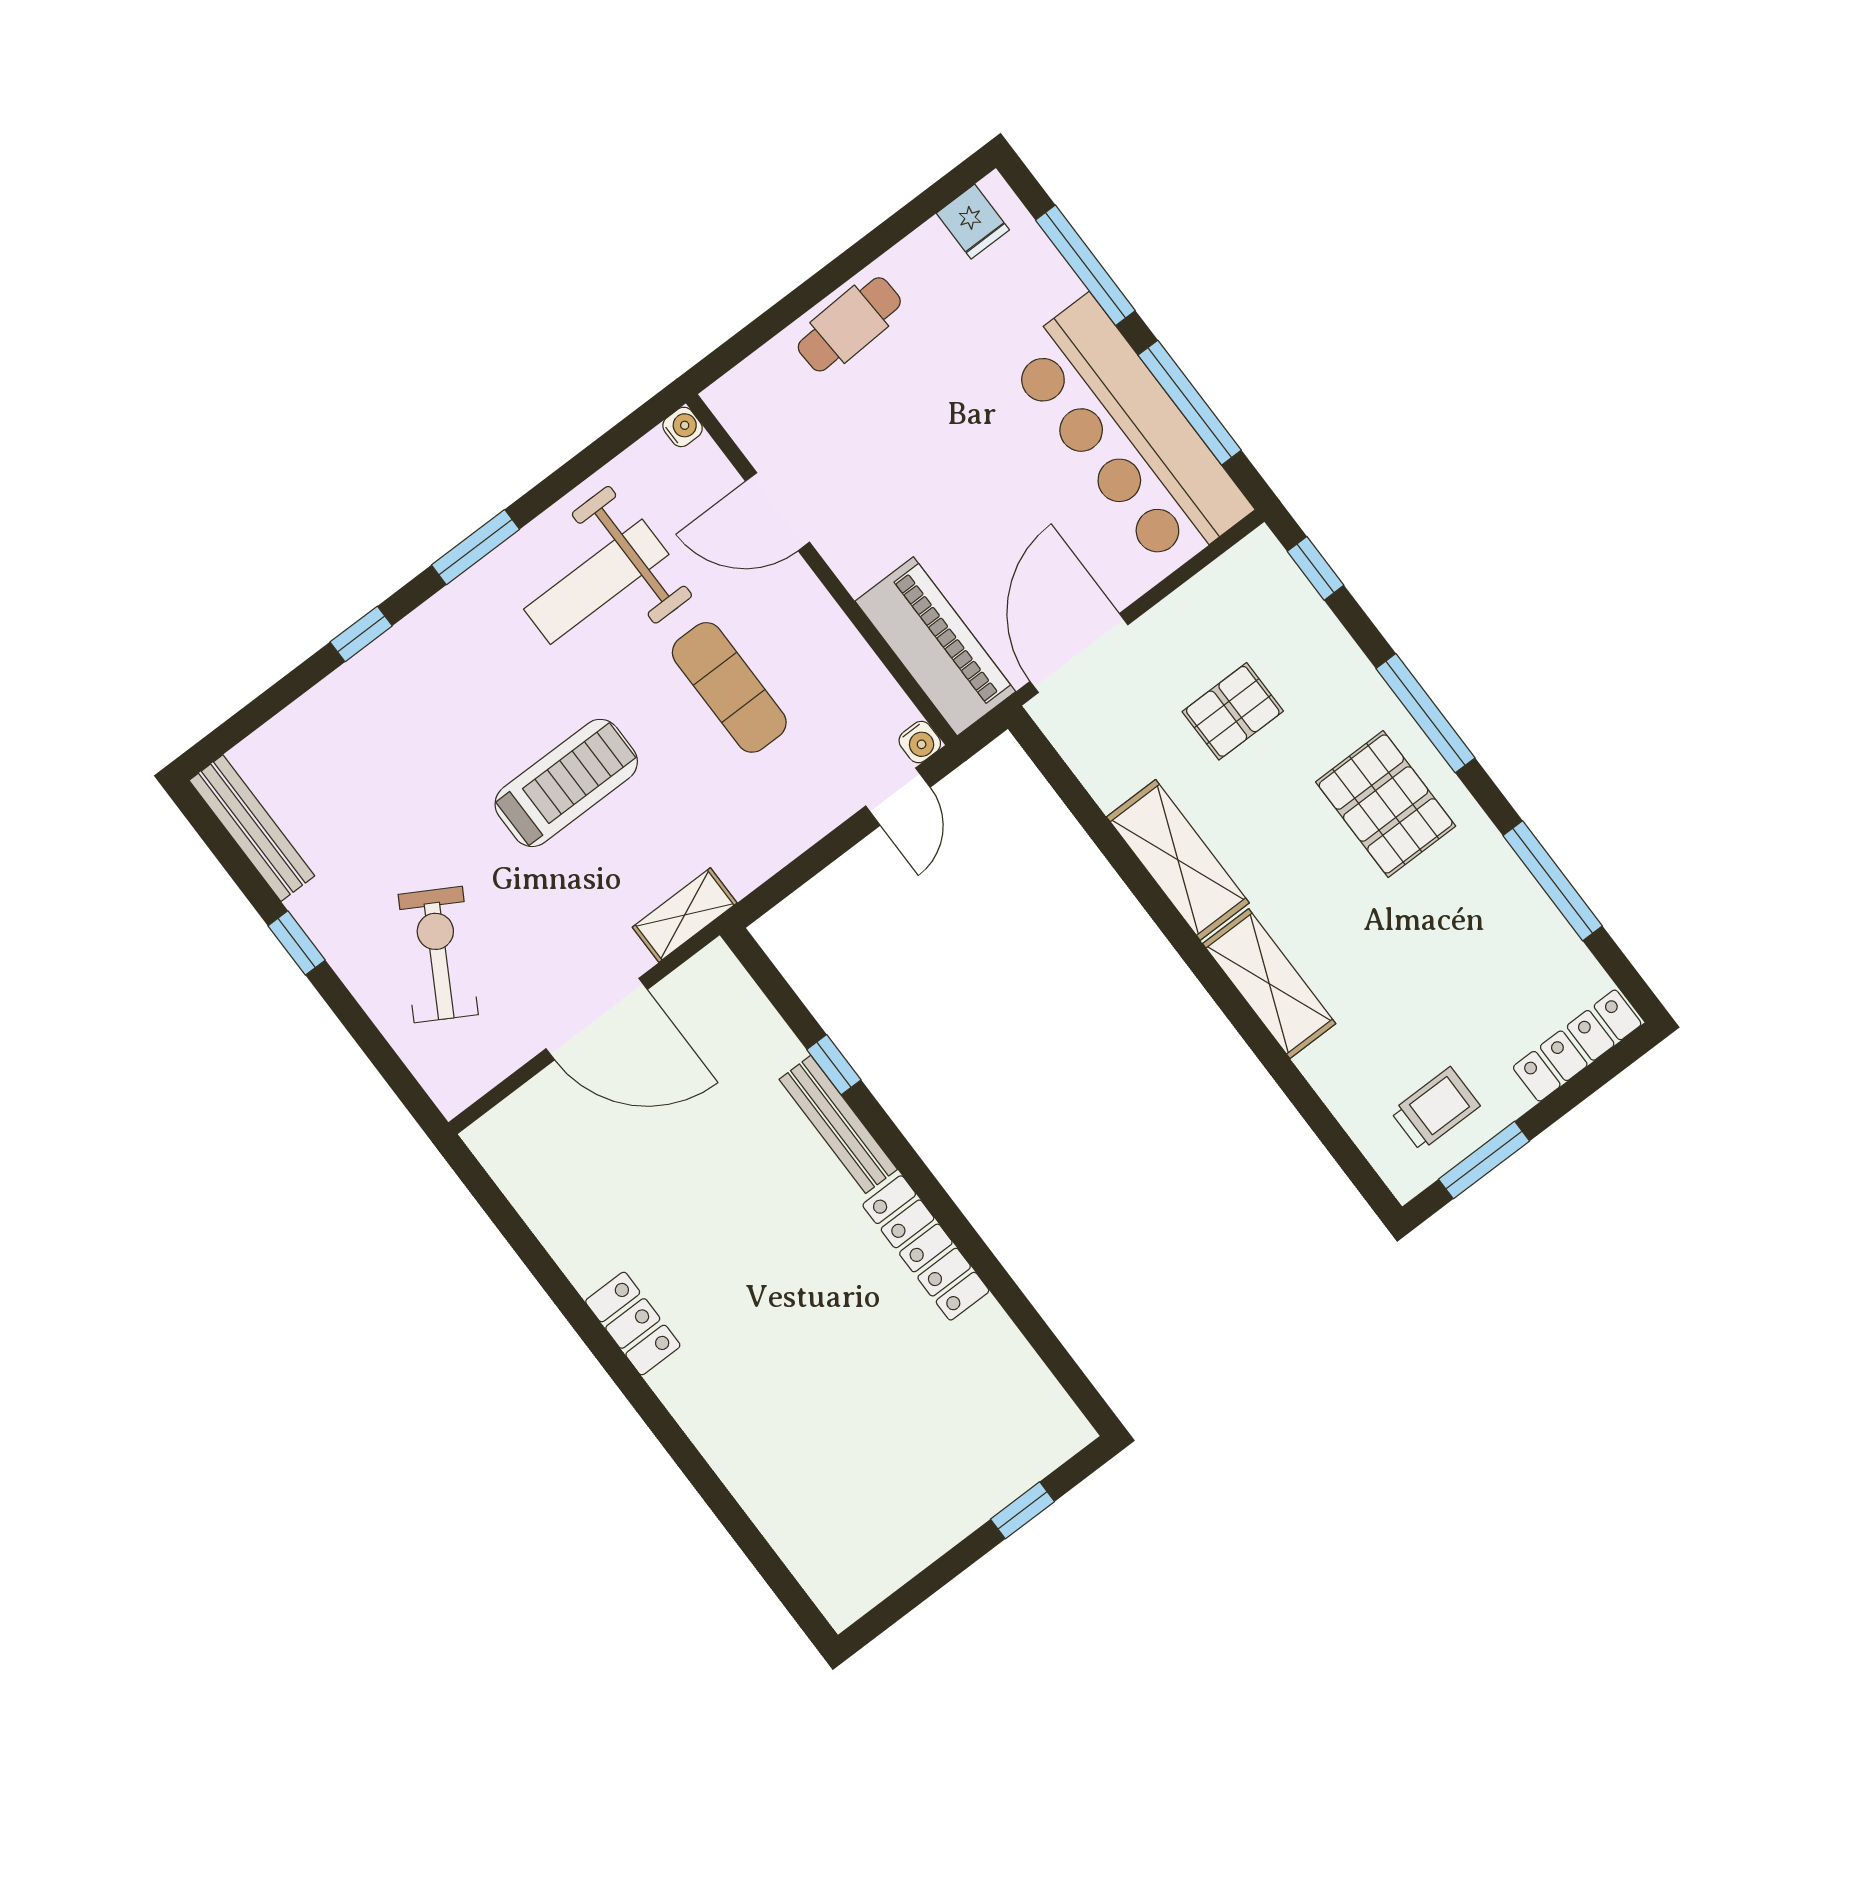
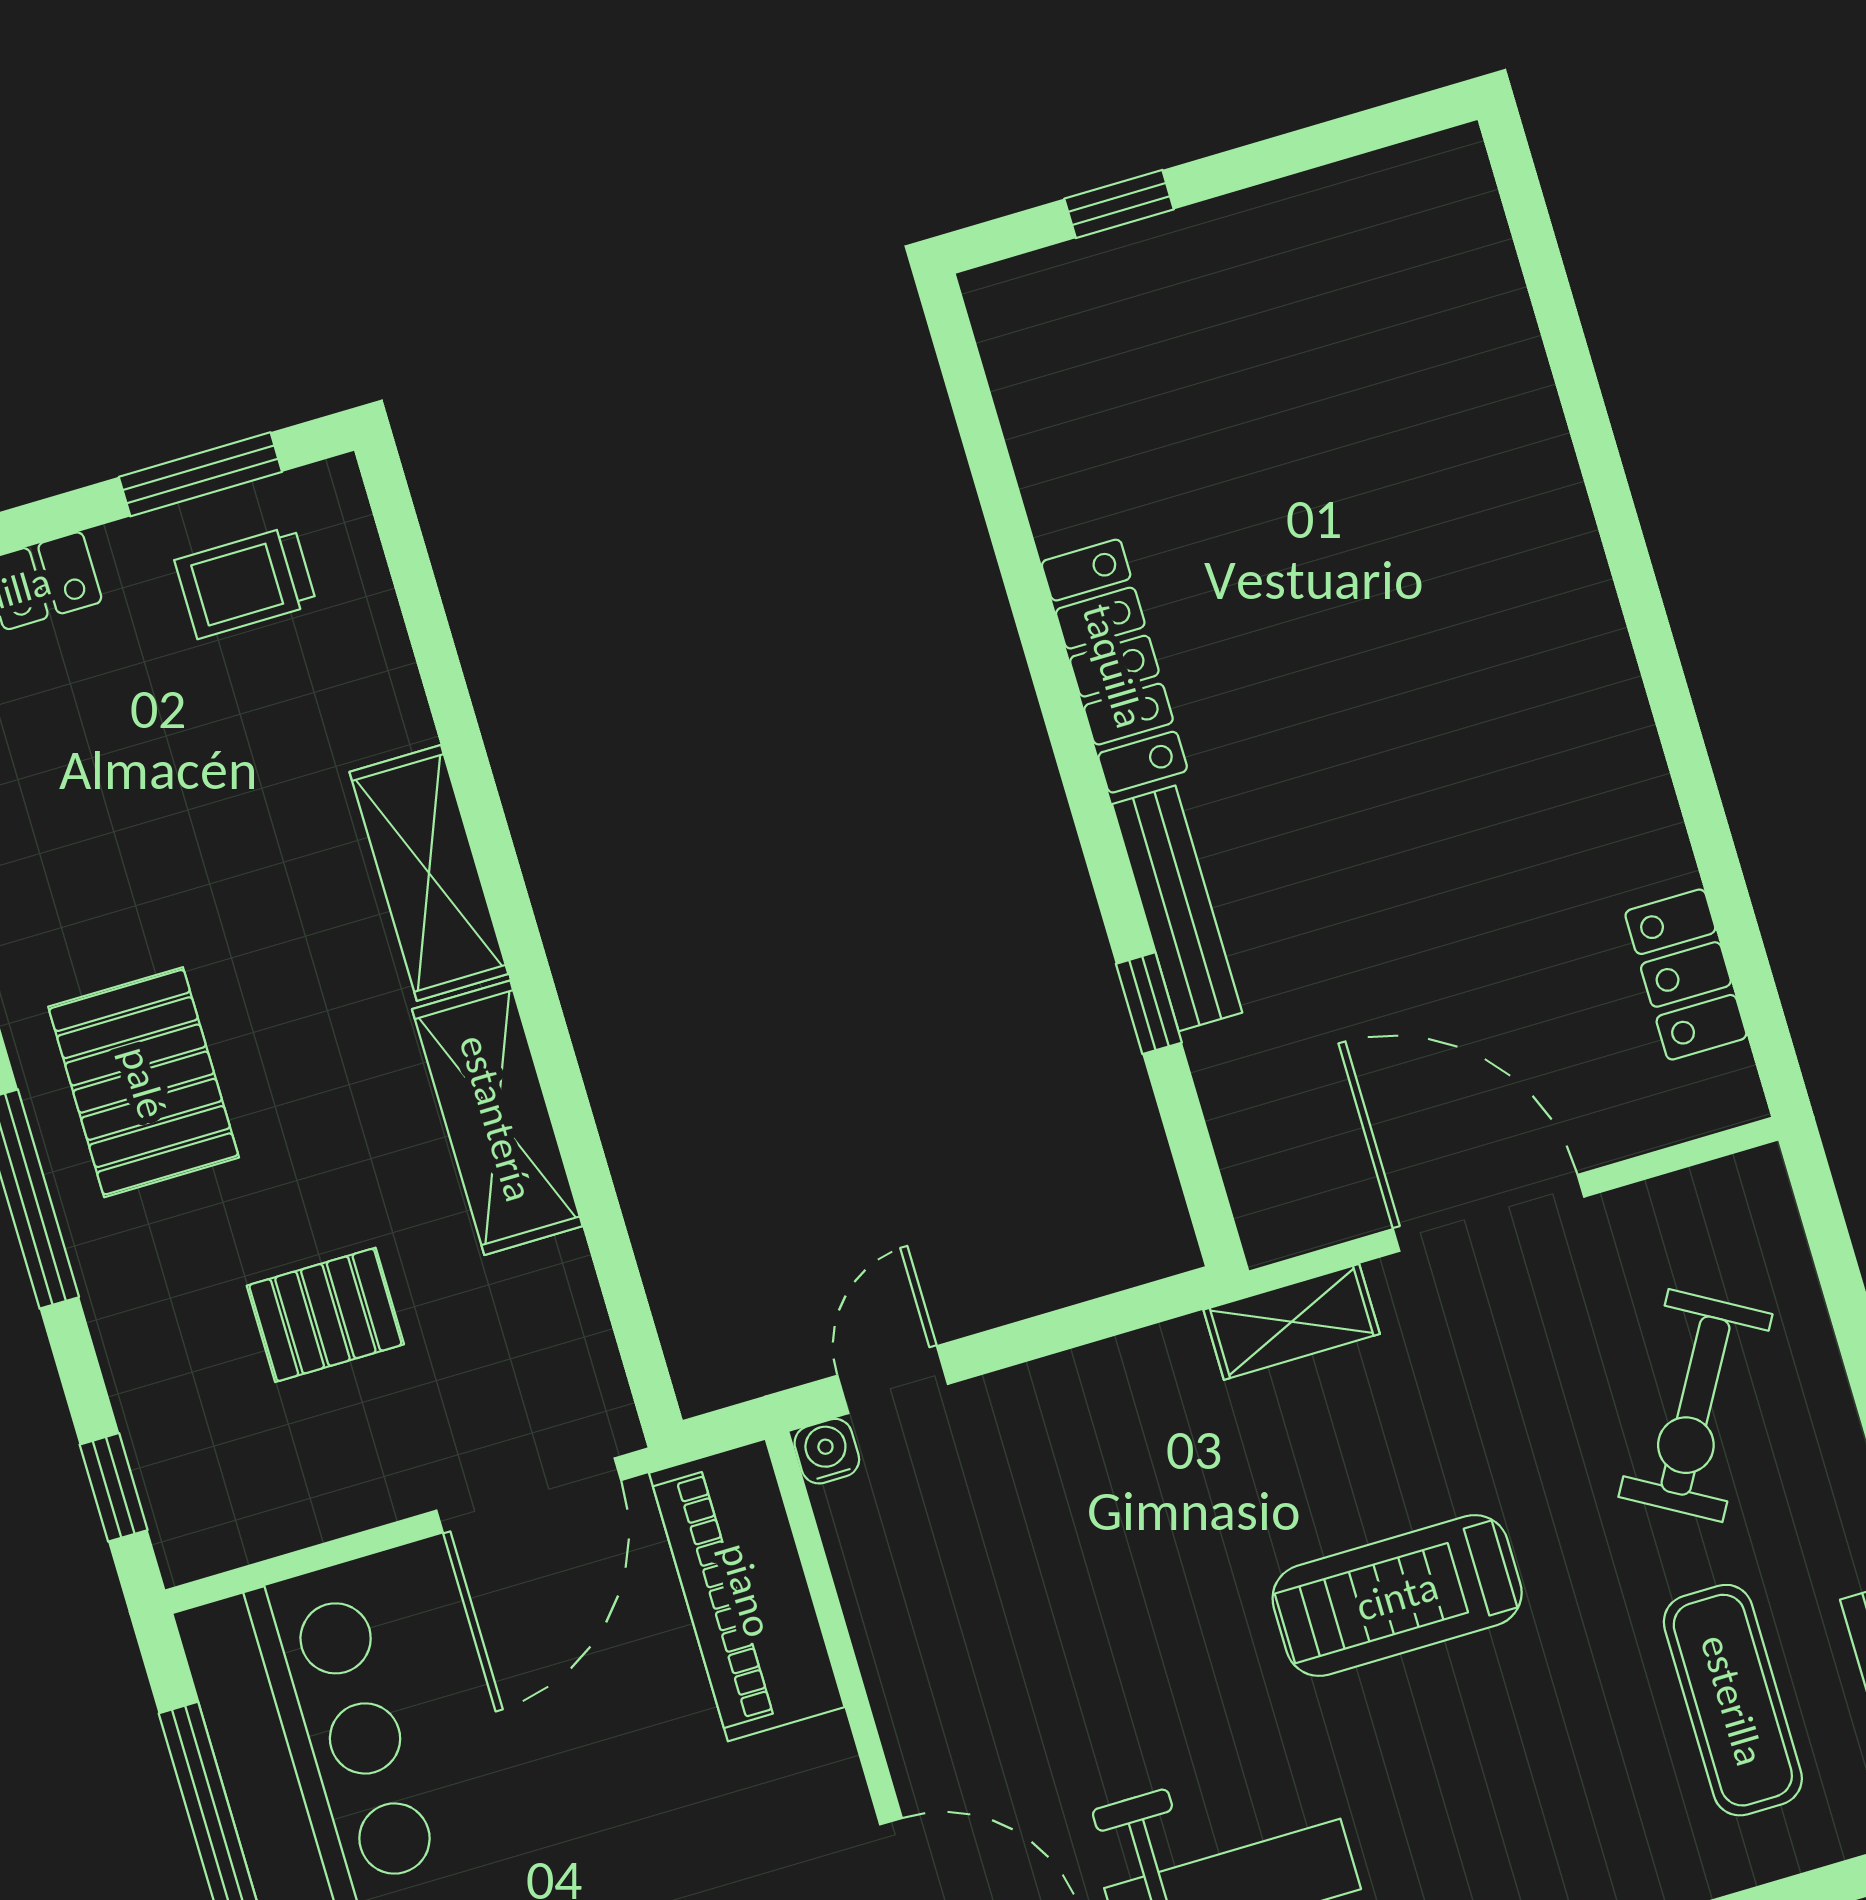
exercise mat: (729, 687) -> (1733, 1700), moved
locker: (633, 1323) -> (1686, 974), moved

